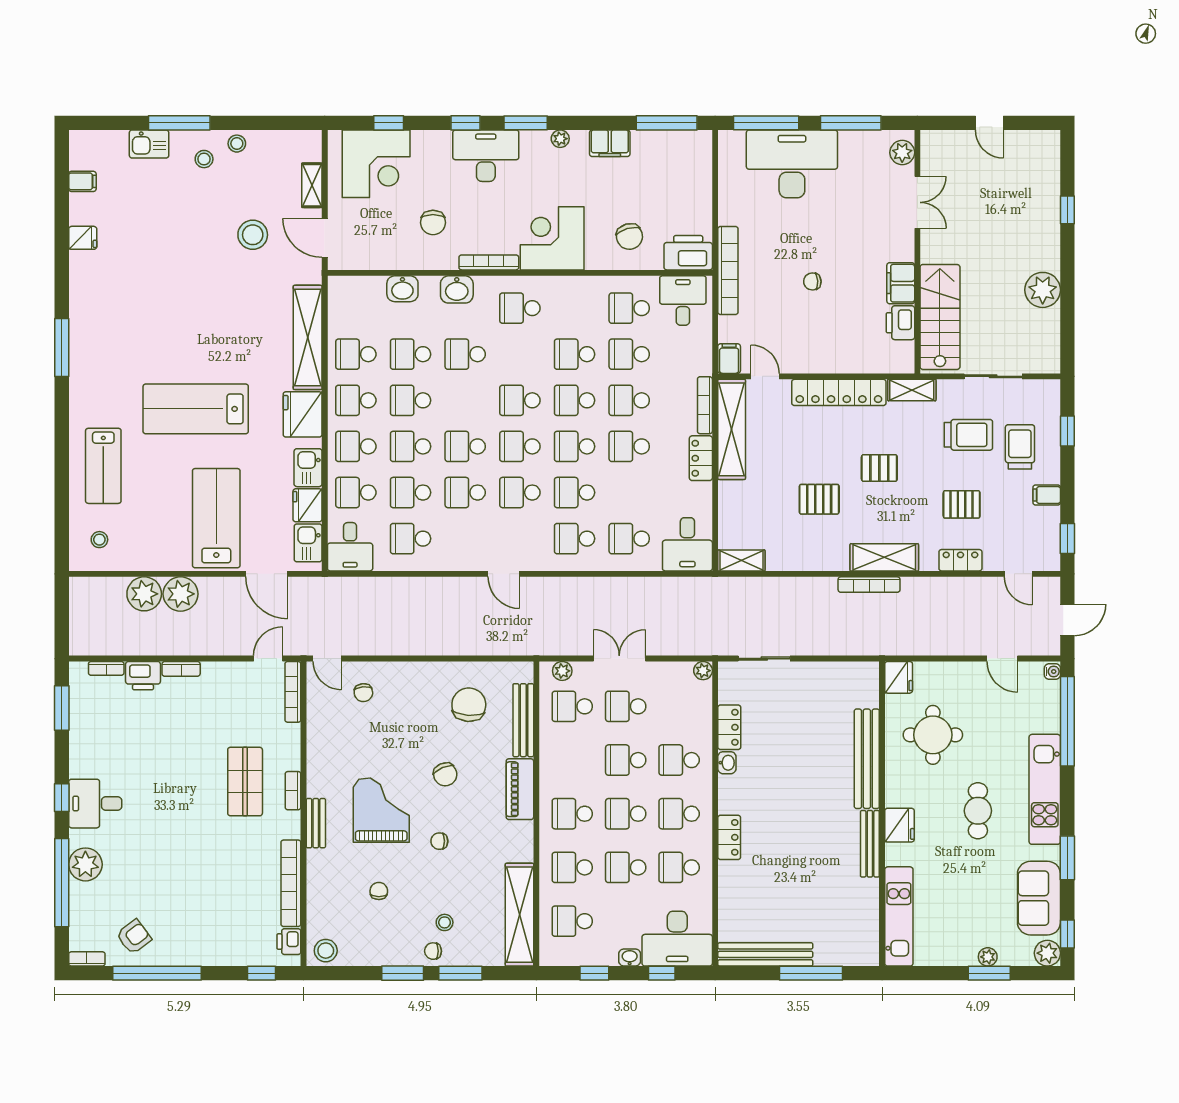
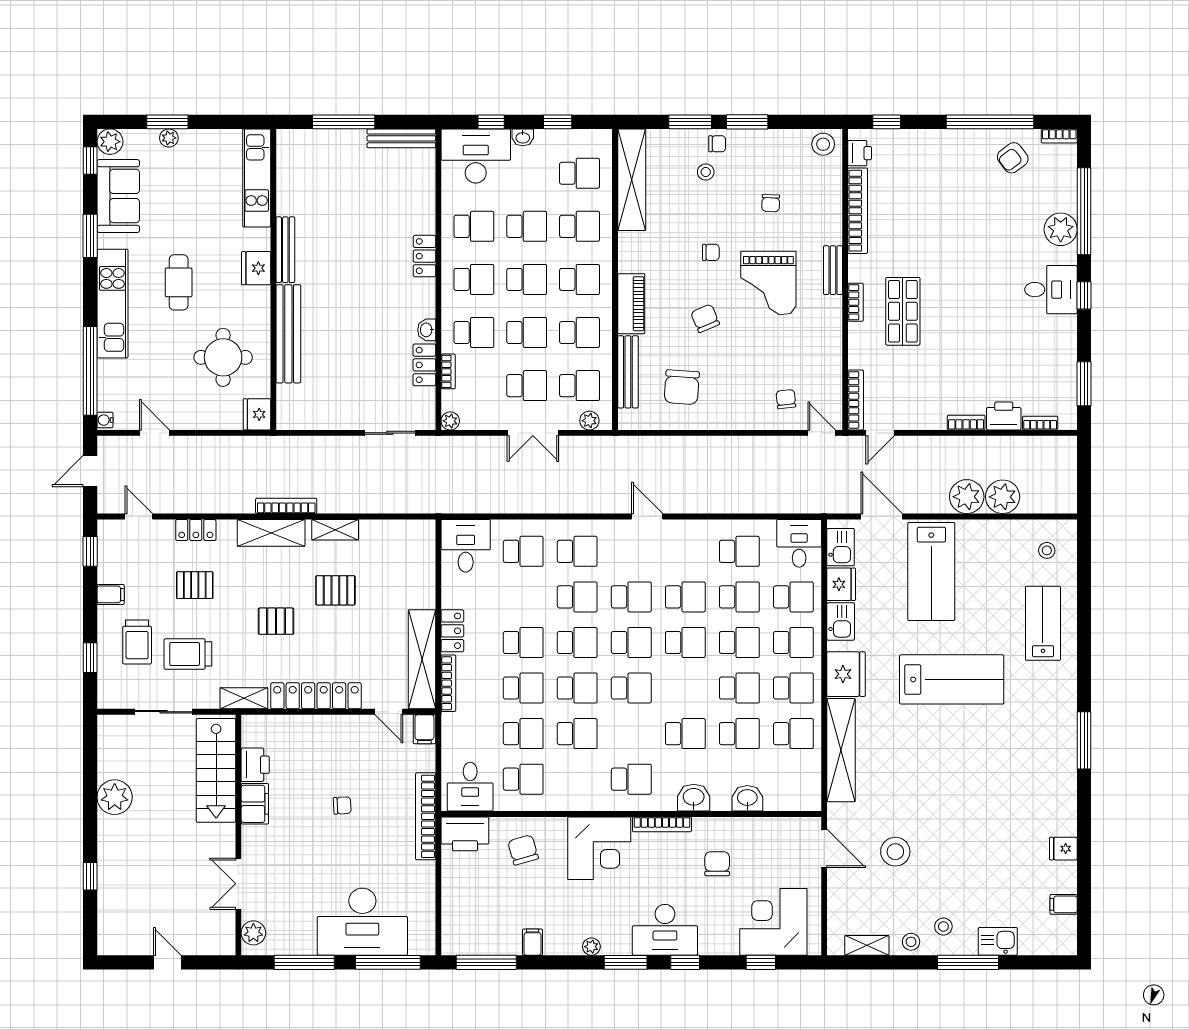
filing cabinet: (610, 143) -> (533, 942), width x0.50
shelving: (312, 185) -> (867, 945), moved, turned 90
shelving: (741, 560) -> (335, 530), moved
bookcase: (705, 721) -> (448, 371), added
school desk: (572, 760) -> (579, 333), added
bench: (765, 954) -> (401, 138), width x0.73, depth x0.82

